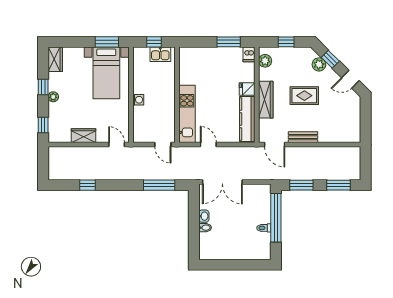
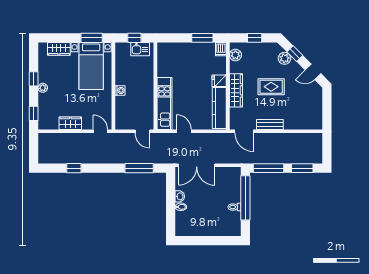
wardrobe: (55, 59) -> (59, 49), moved, turned 90
window: (301, 185) -> (269, 168), width x1.44

